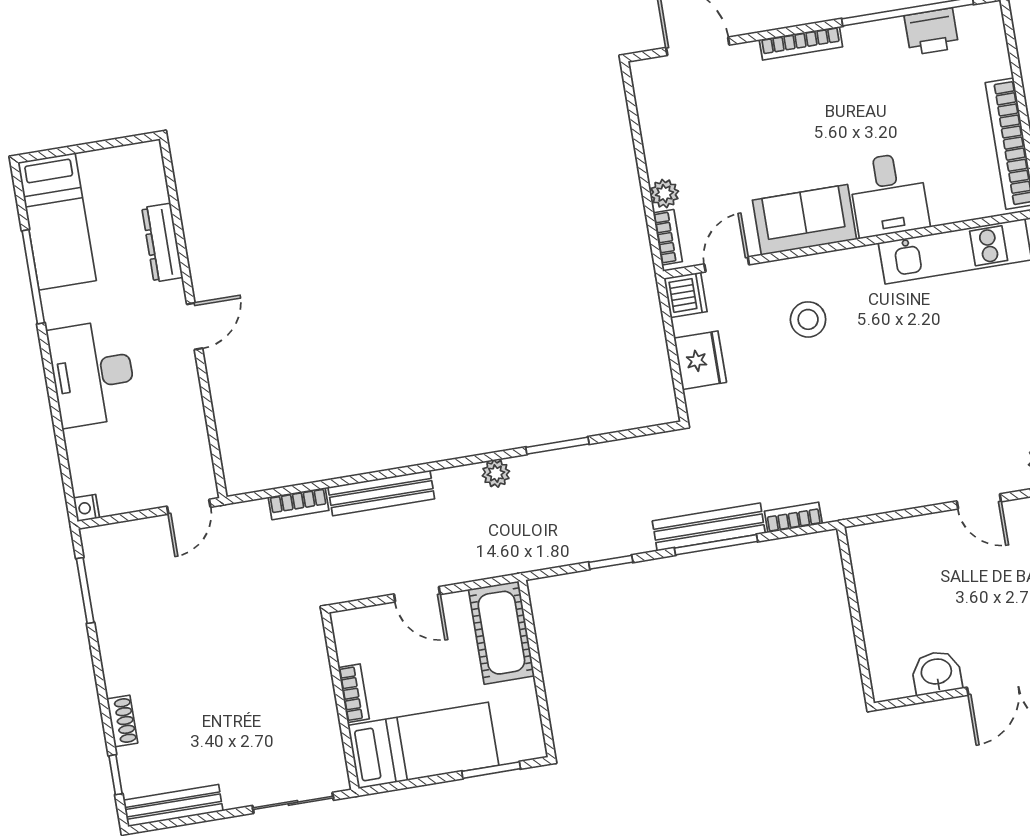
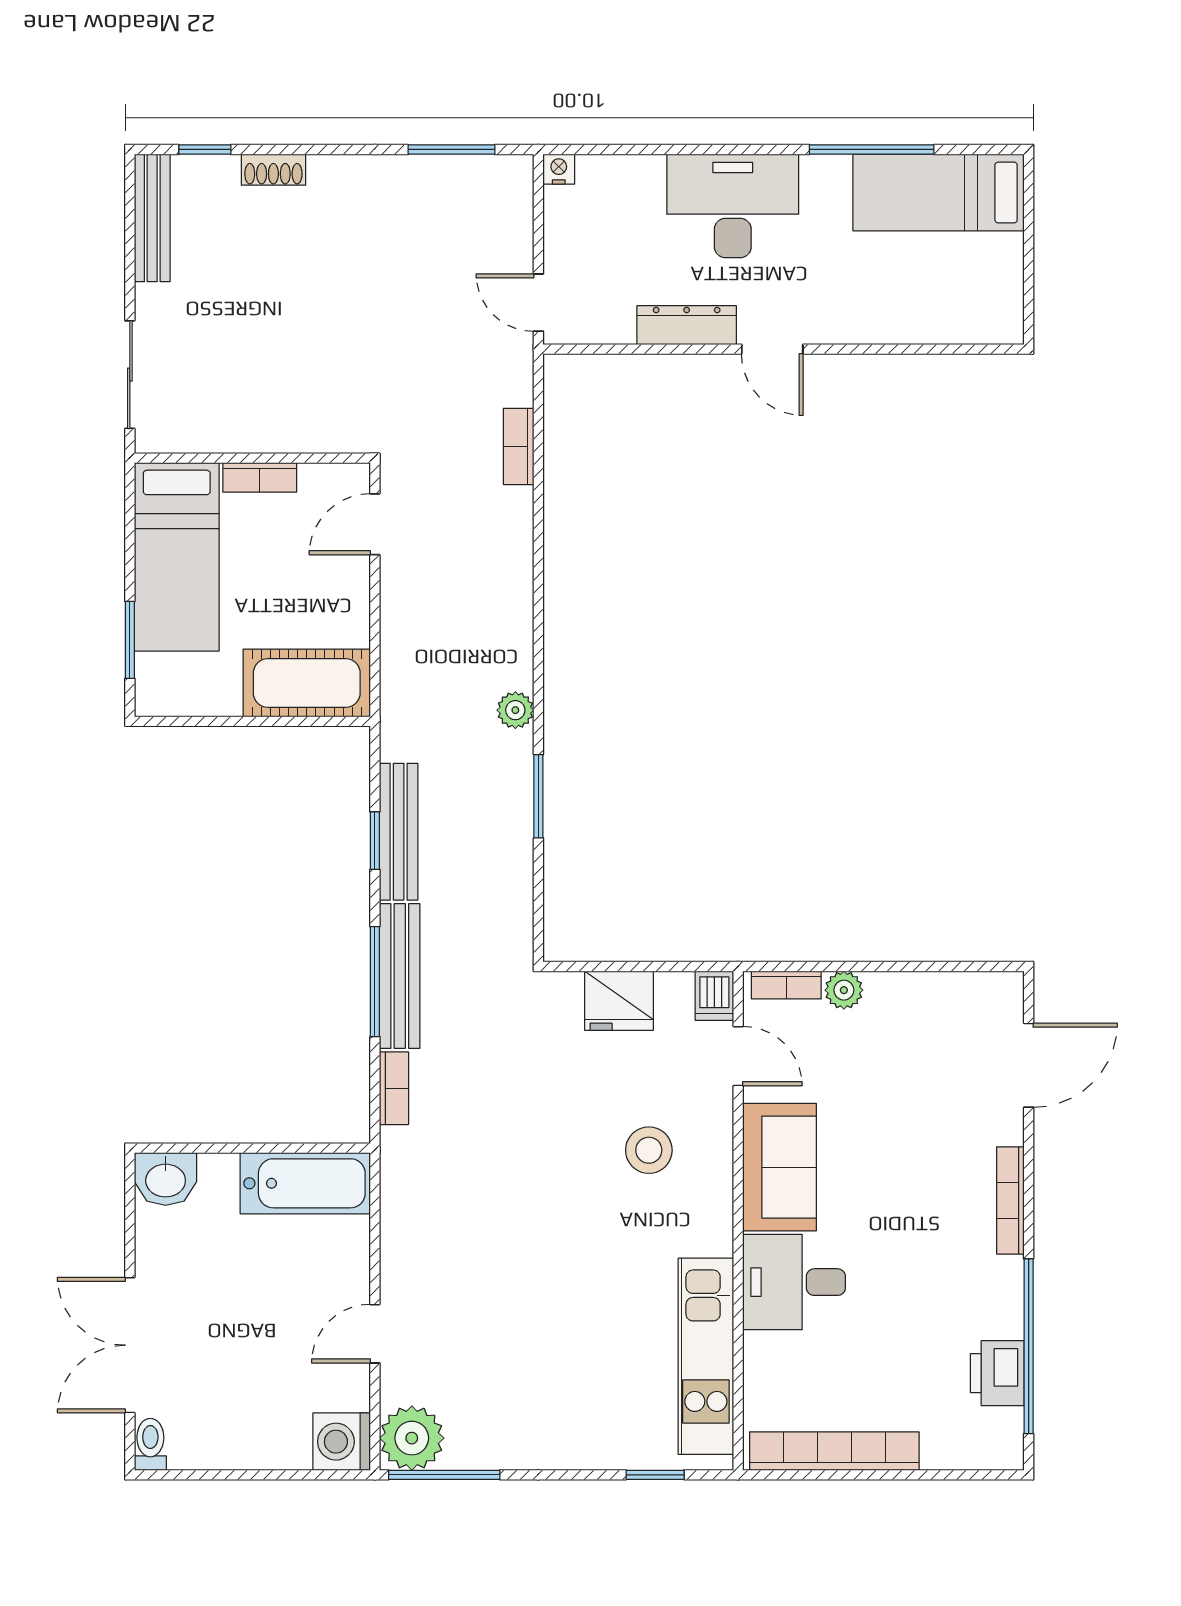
dresser: (162, 243) -> (687, 325), moved
dishwasher: (686, 295) -> (714, 996), width x0.73
bench: (381, 493) -> (399, 832), moved
bathtub: (875, 572) -> (305, 1183), added
door: (417, 594) -> (375, 524), moved
washbasin: (937, 673) -> (166, 1179), moved, turned 90

